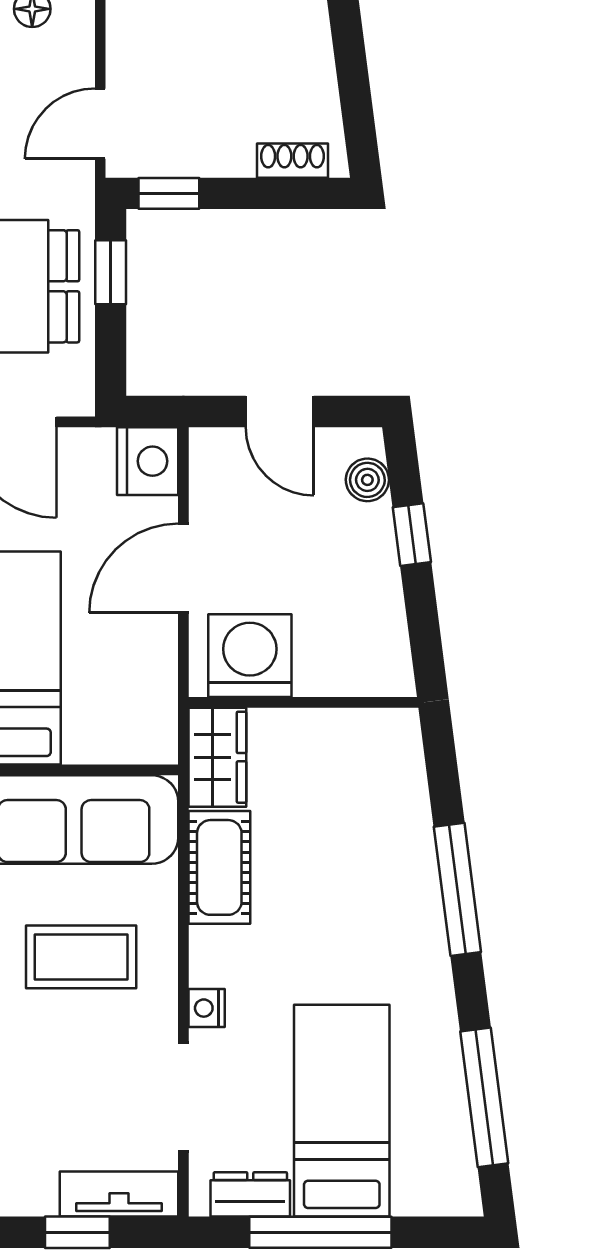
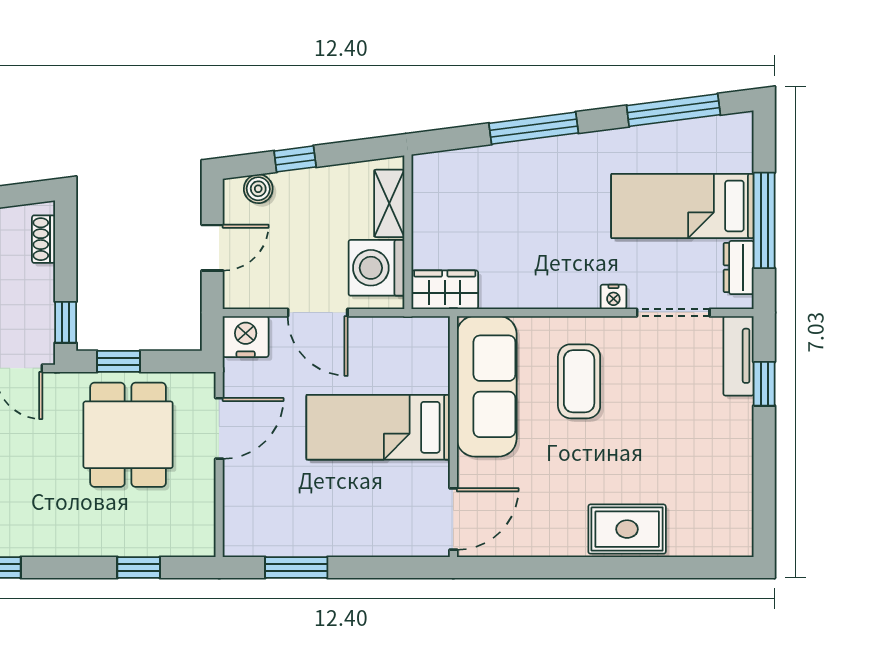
shelving: (346, 675) -> (389, 203), added
cot: (219, 867) -> (519, 288), removed

